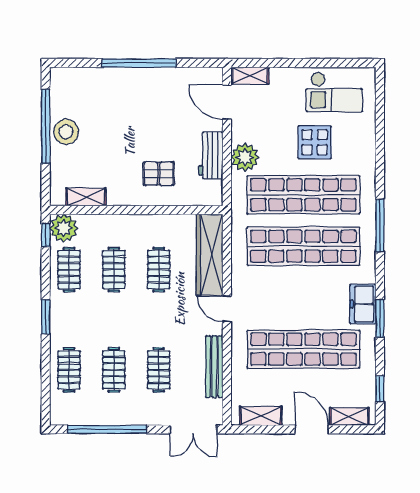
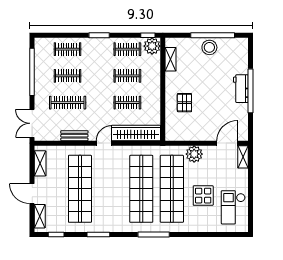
workbench: (211, 155) -> (241, 89), moved, turned -90
freezer: (363, 304) -> (107, 224), removed
bench: (214, 367) -> (74, 136), width x0.73
clothes rail: (159, 370) -> (68, 103), width x1.36
door: (311, 429) -> (32, 194), swing flipped

